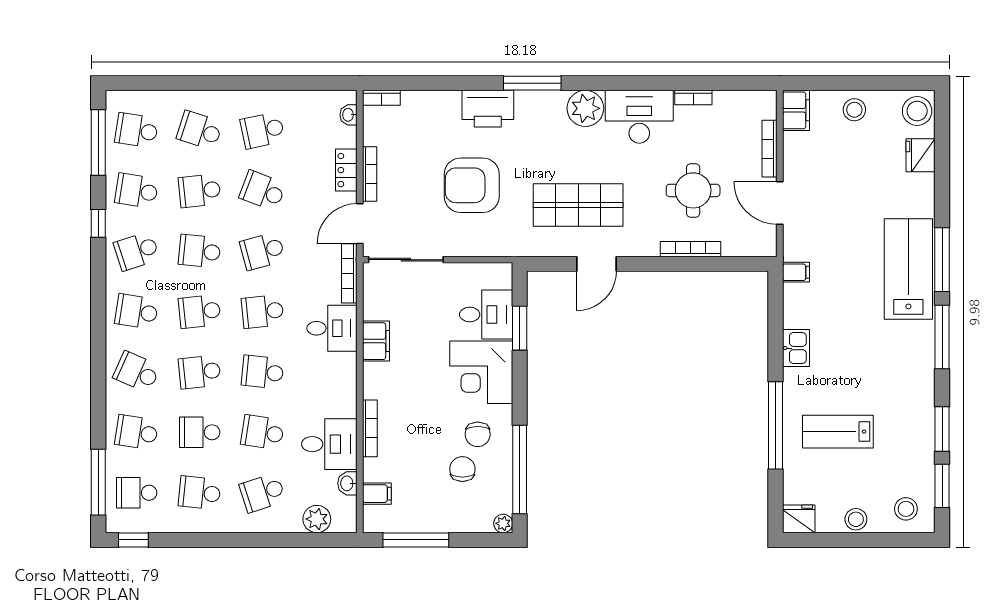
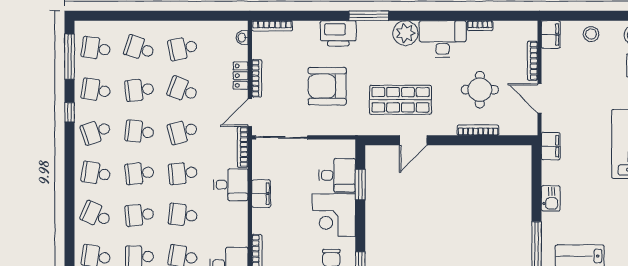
bookcase: (381, 98) -> (272, 26), width x1.56
filing cabinet: (796, 272) -> (551, 146), width x2.00

